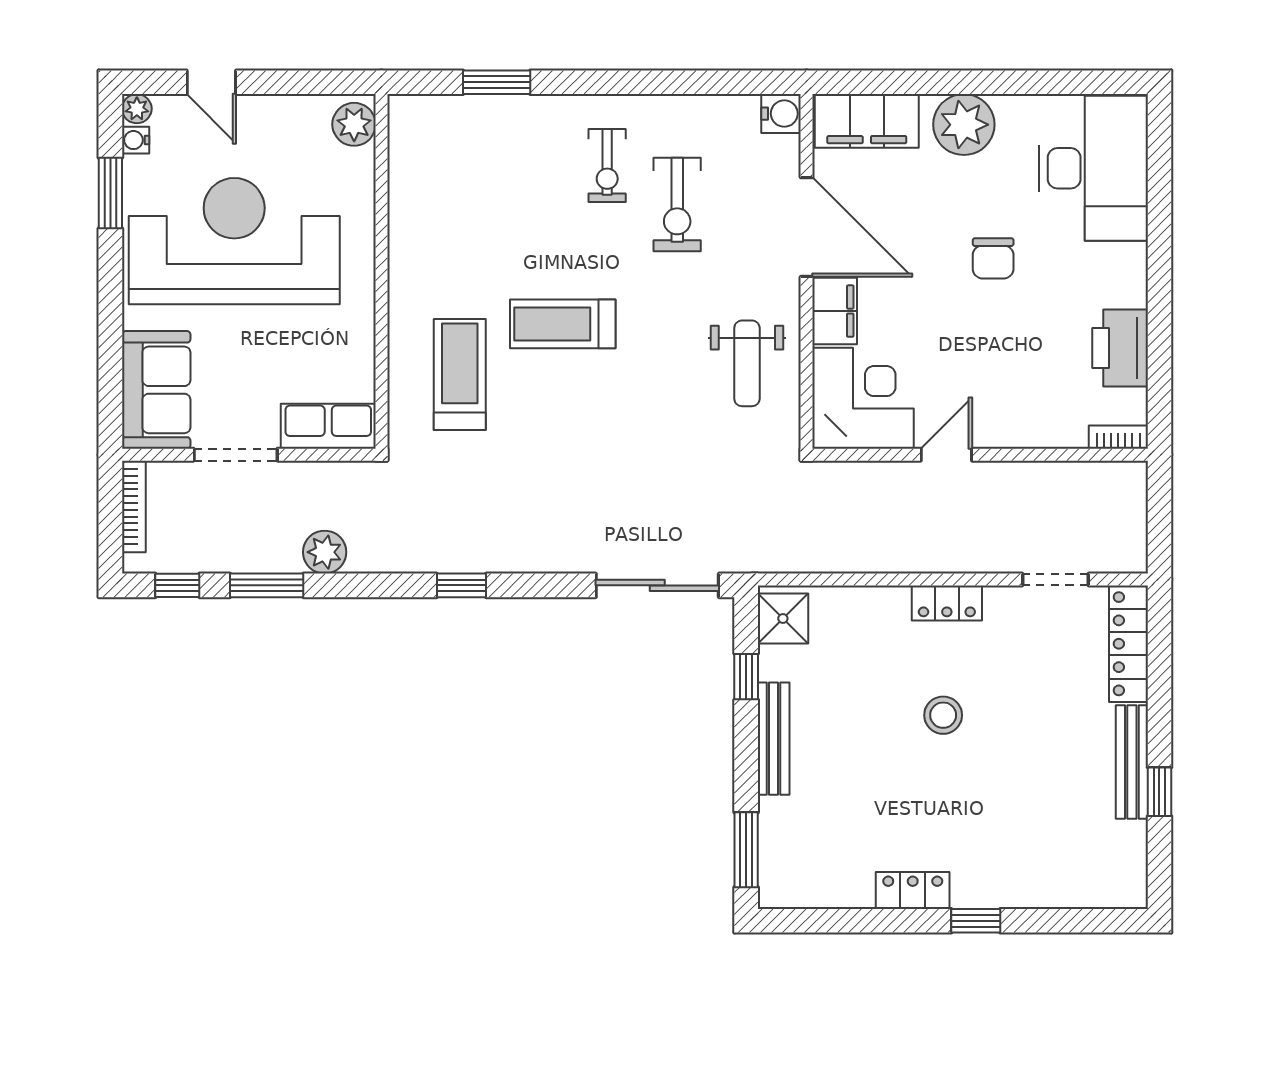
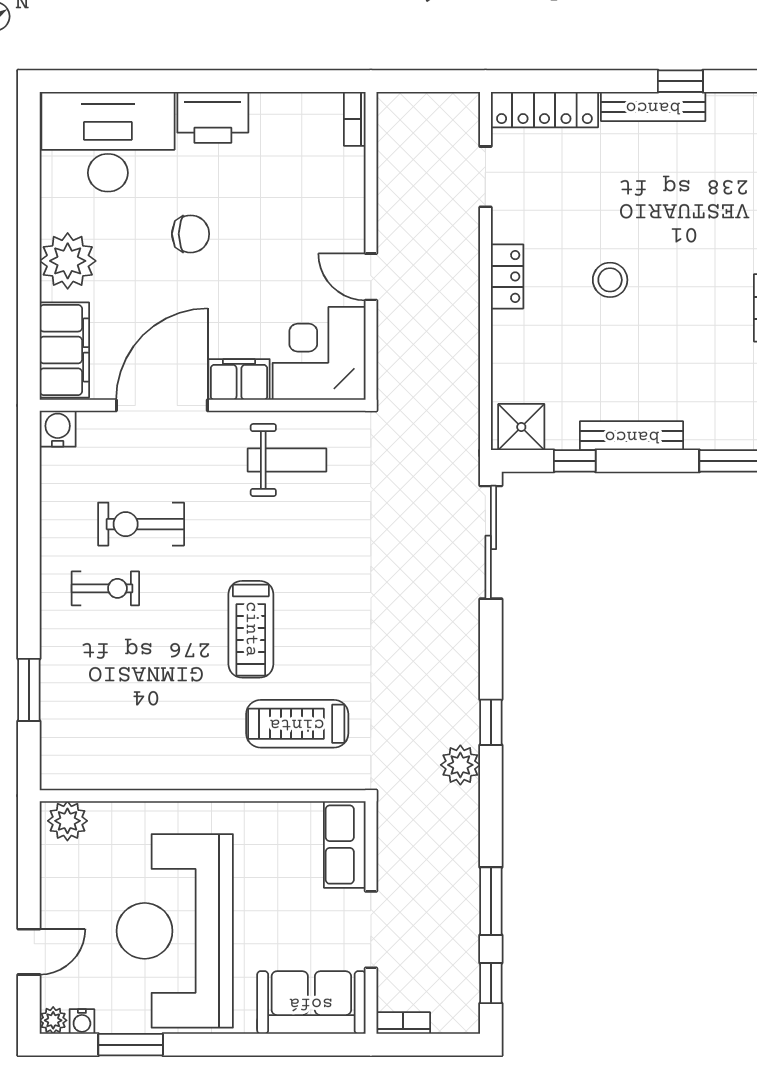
exercise bike: (677, 204) -> (141, 524), turned 180
printer: (1120, 348) -> (213, 117), moved
bookcase: (134, 506) -> (403, 1023), width x0.64
plant: (325, 552) -> (460, 765), moved

